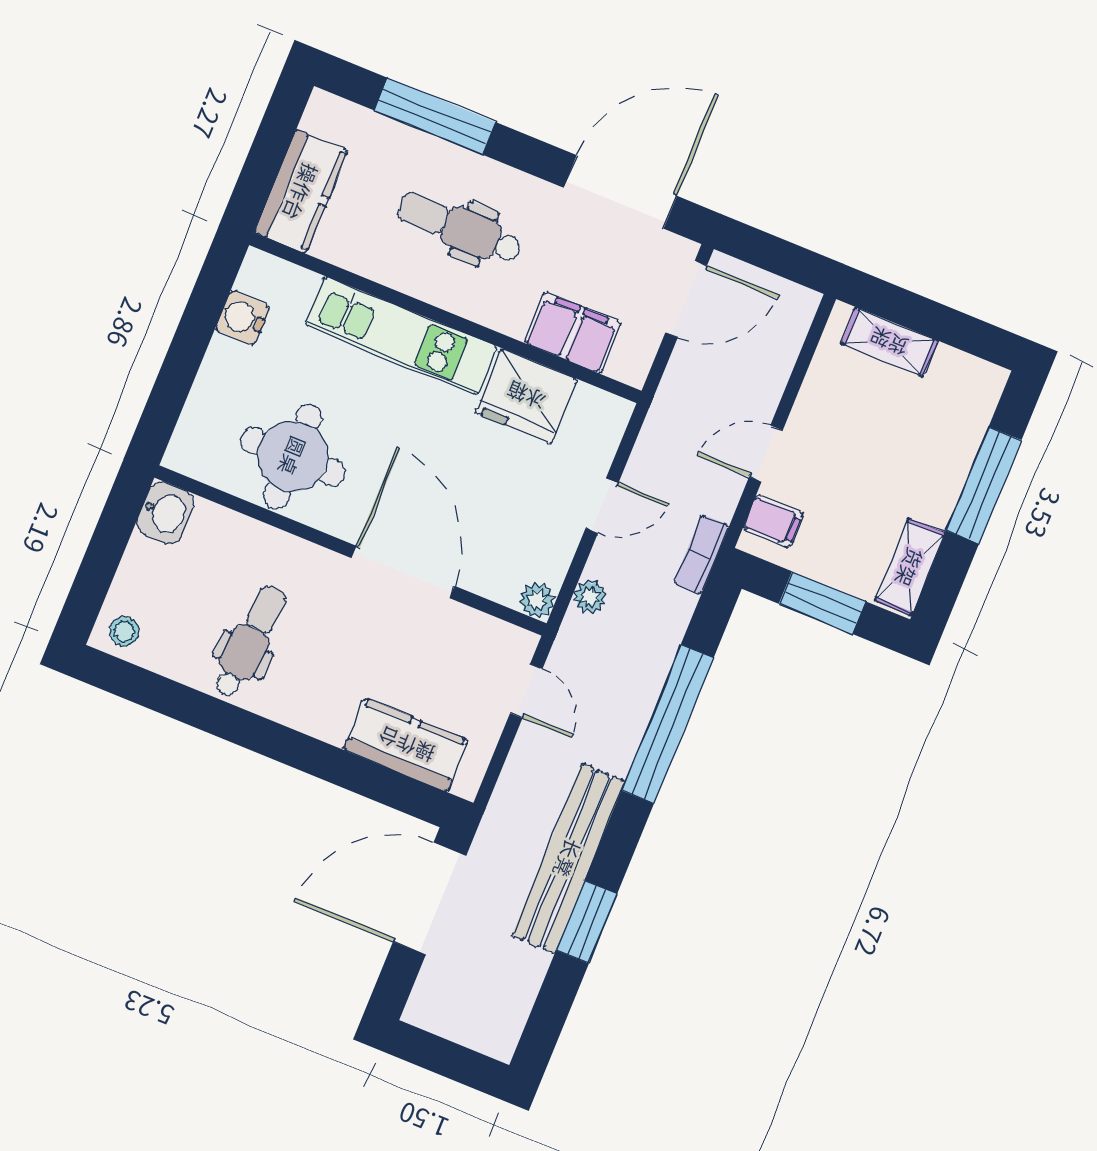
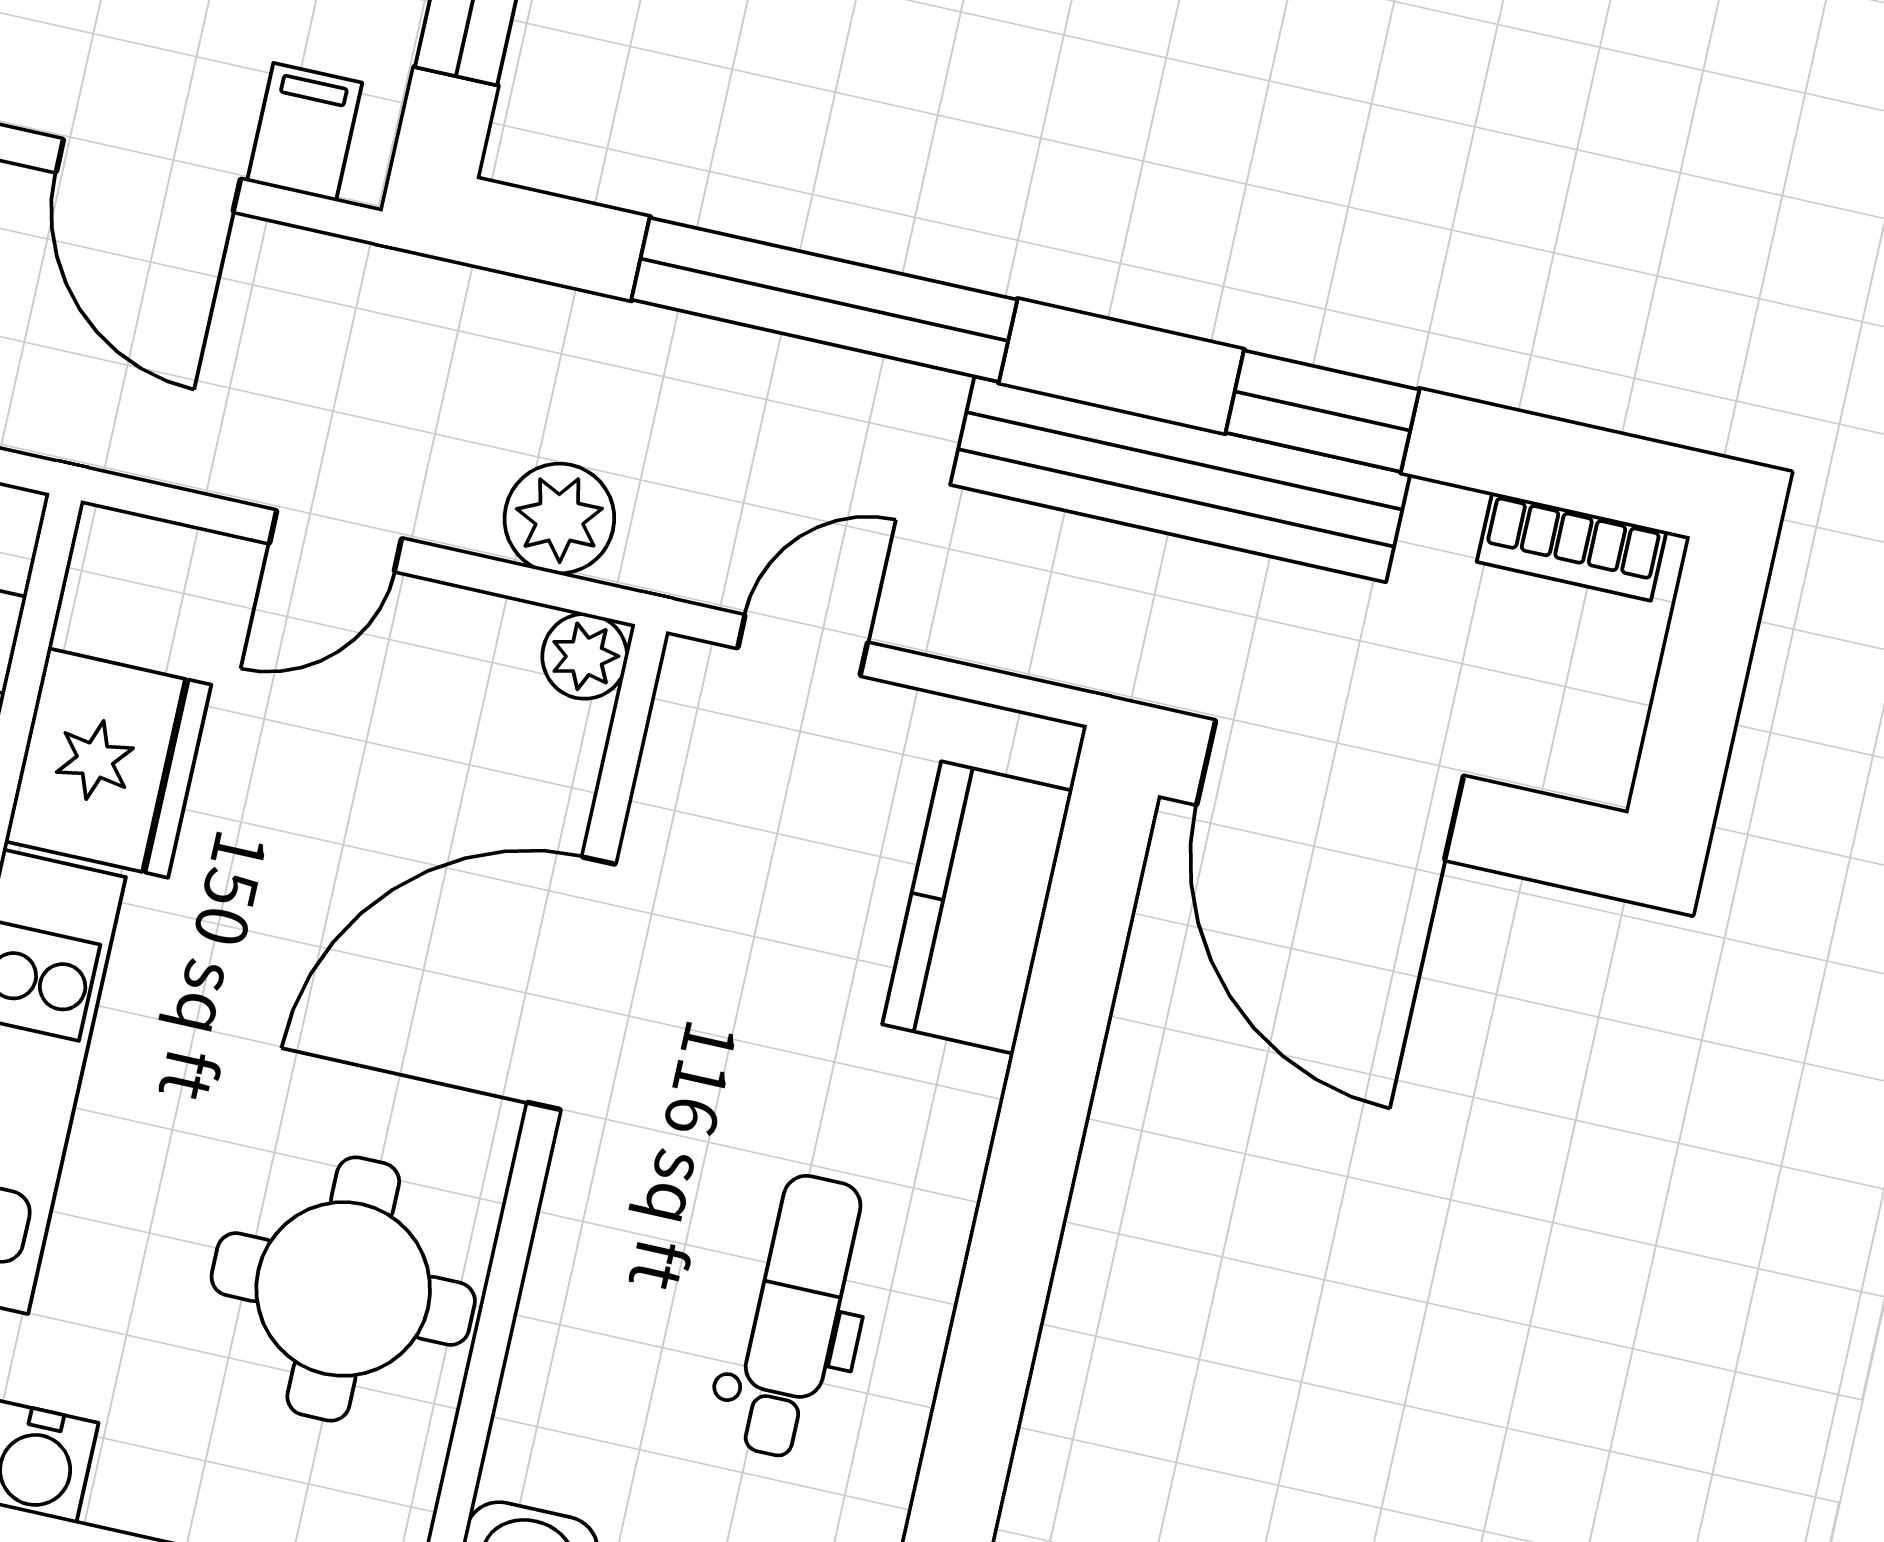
door: (766, 454) -> (148, 176), width x1.38
door: (602, 505) -> (335, 541), swing flipped
bookcase: (701, 554) -> (1572, 547), moved
plant: (590, 597) -> (559, 519), width x1.38, depth x1.38
dental chair: (250, 642) -> (796, 1316), turned 85

